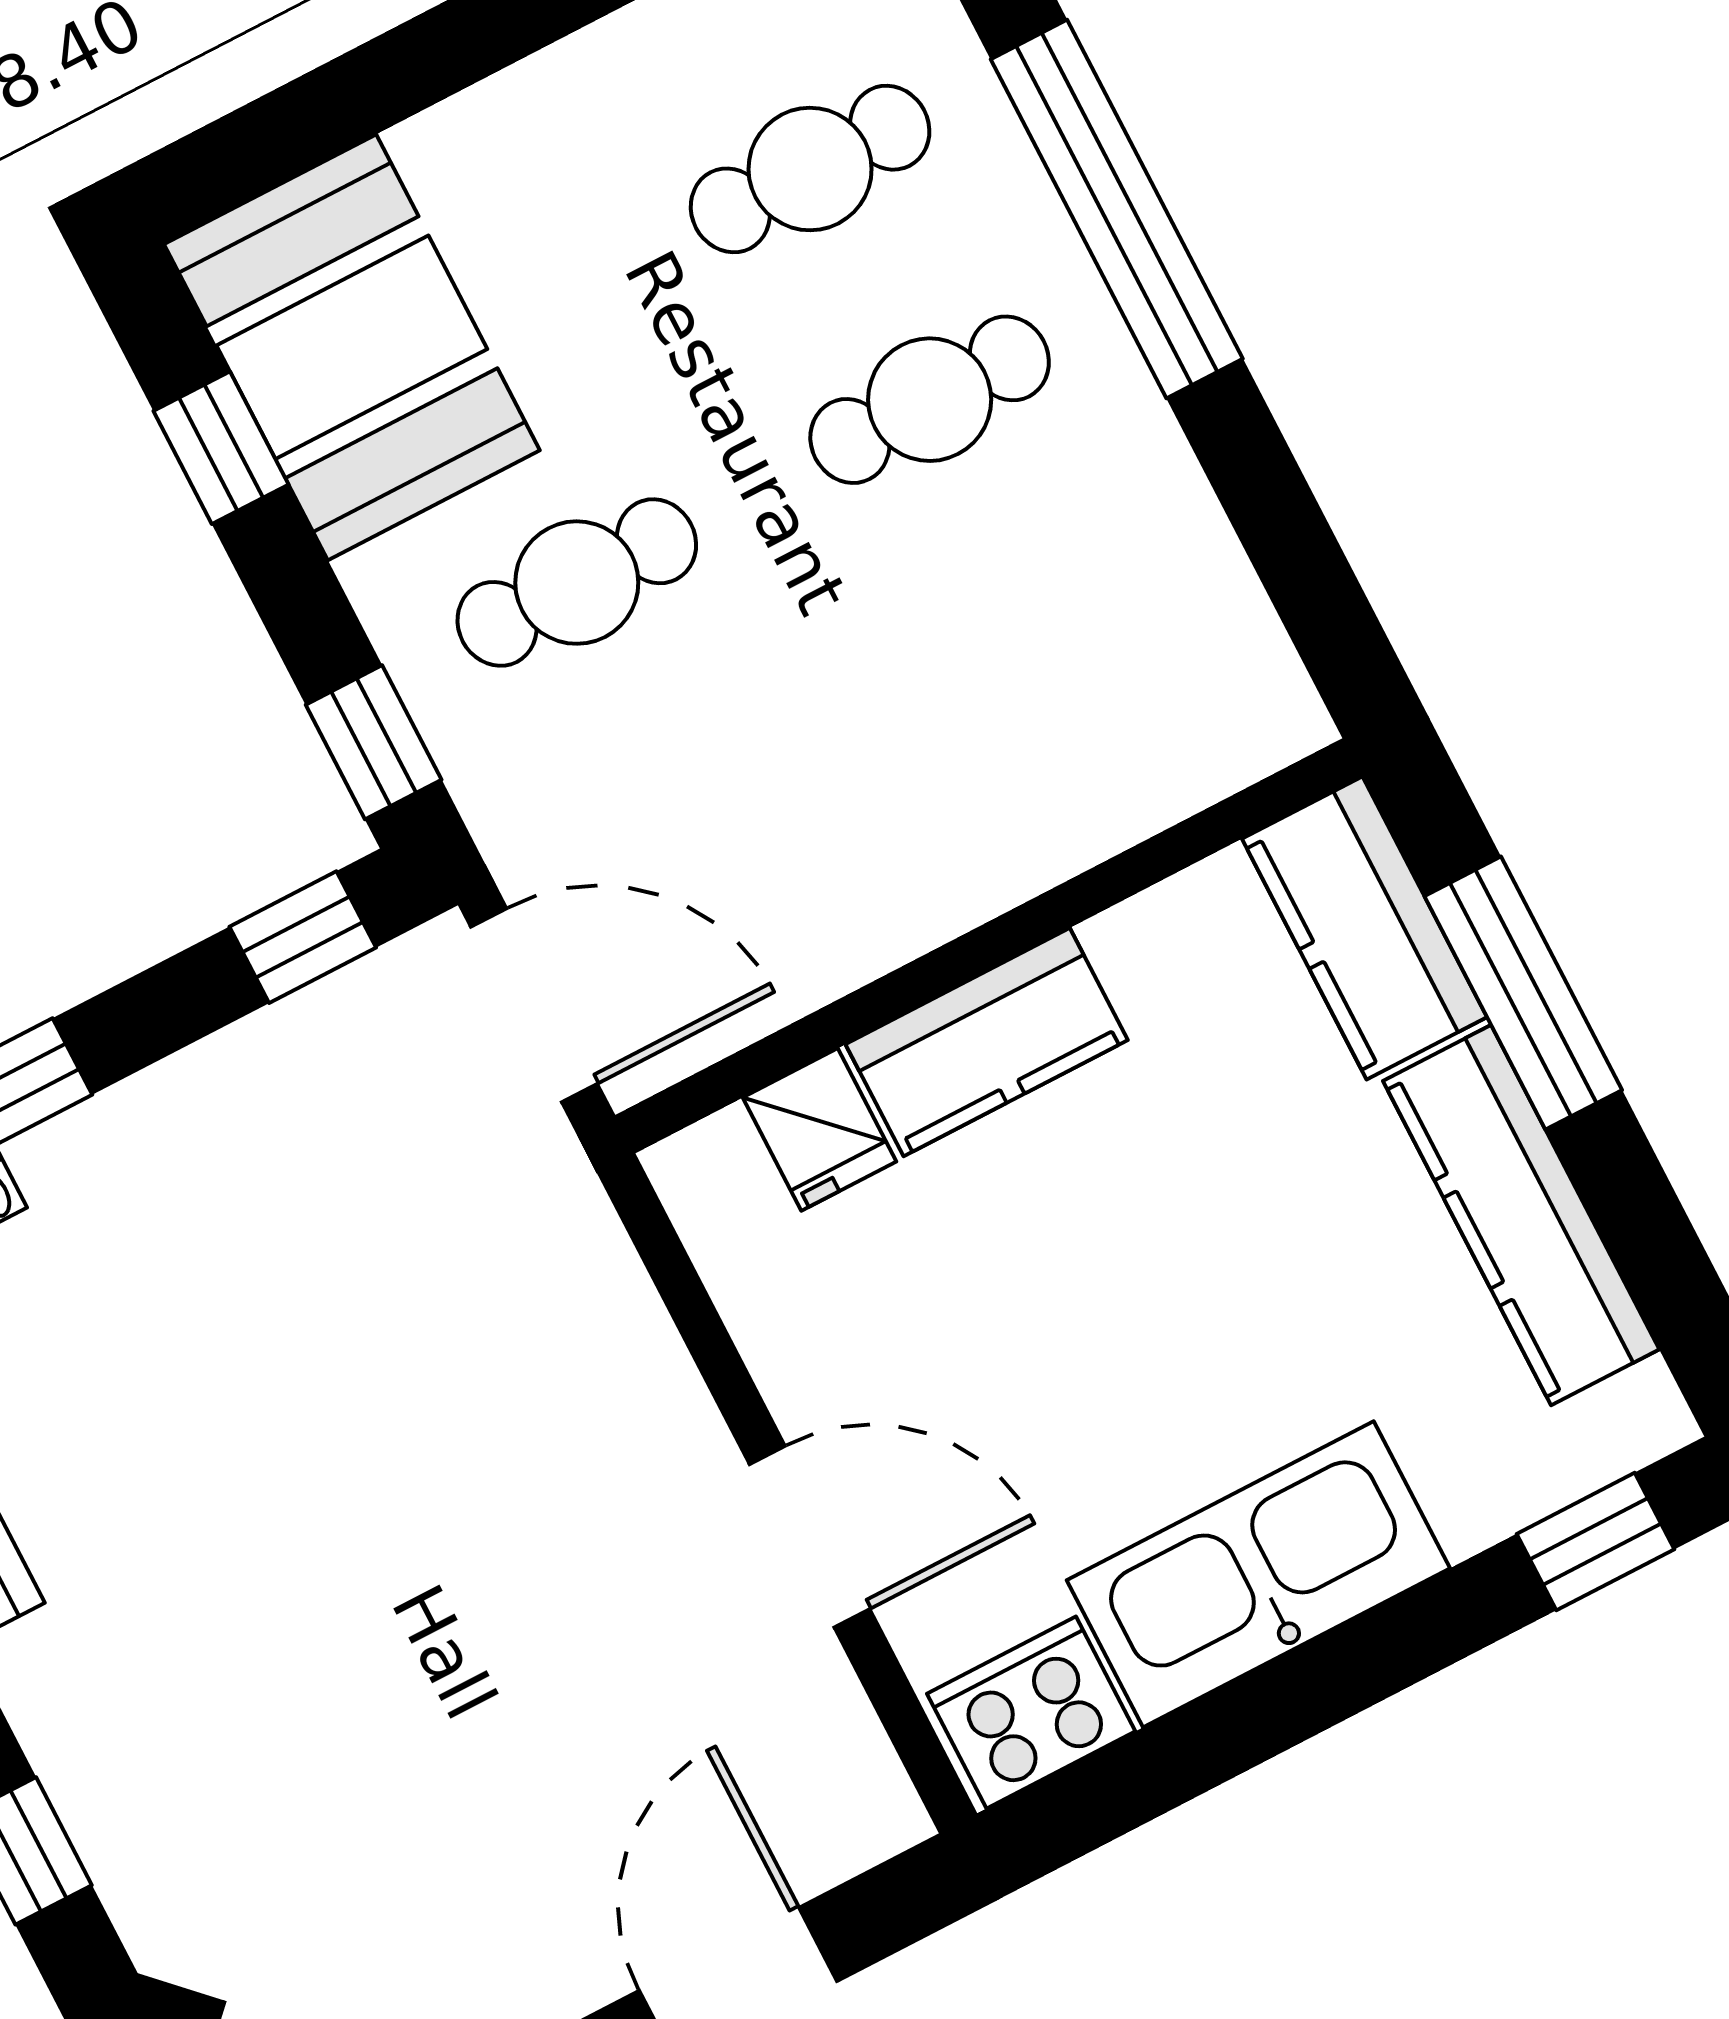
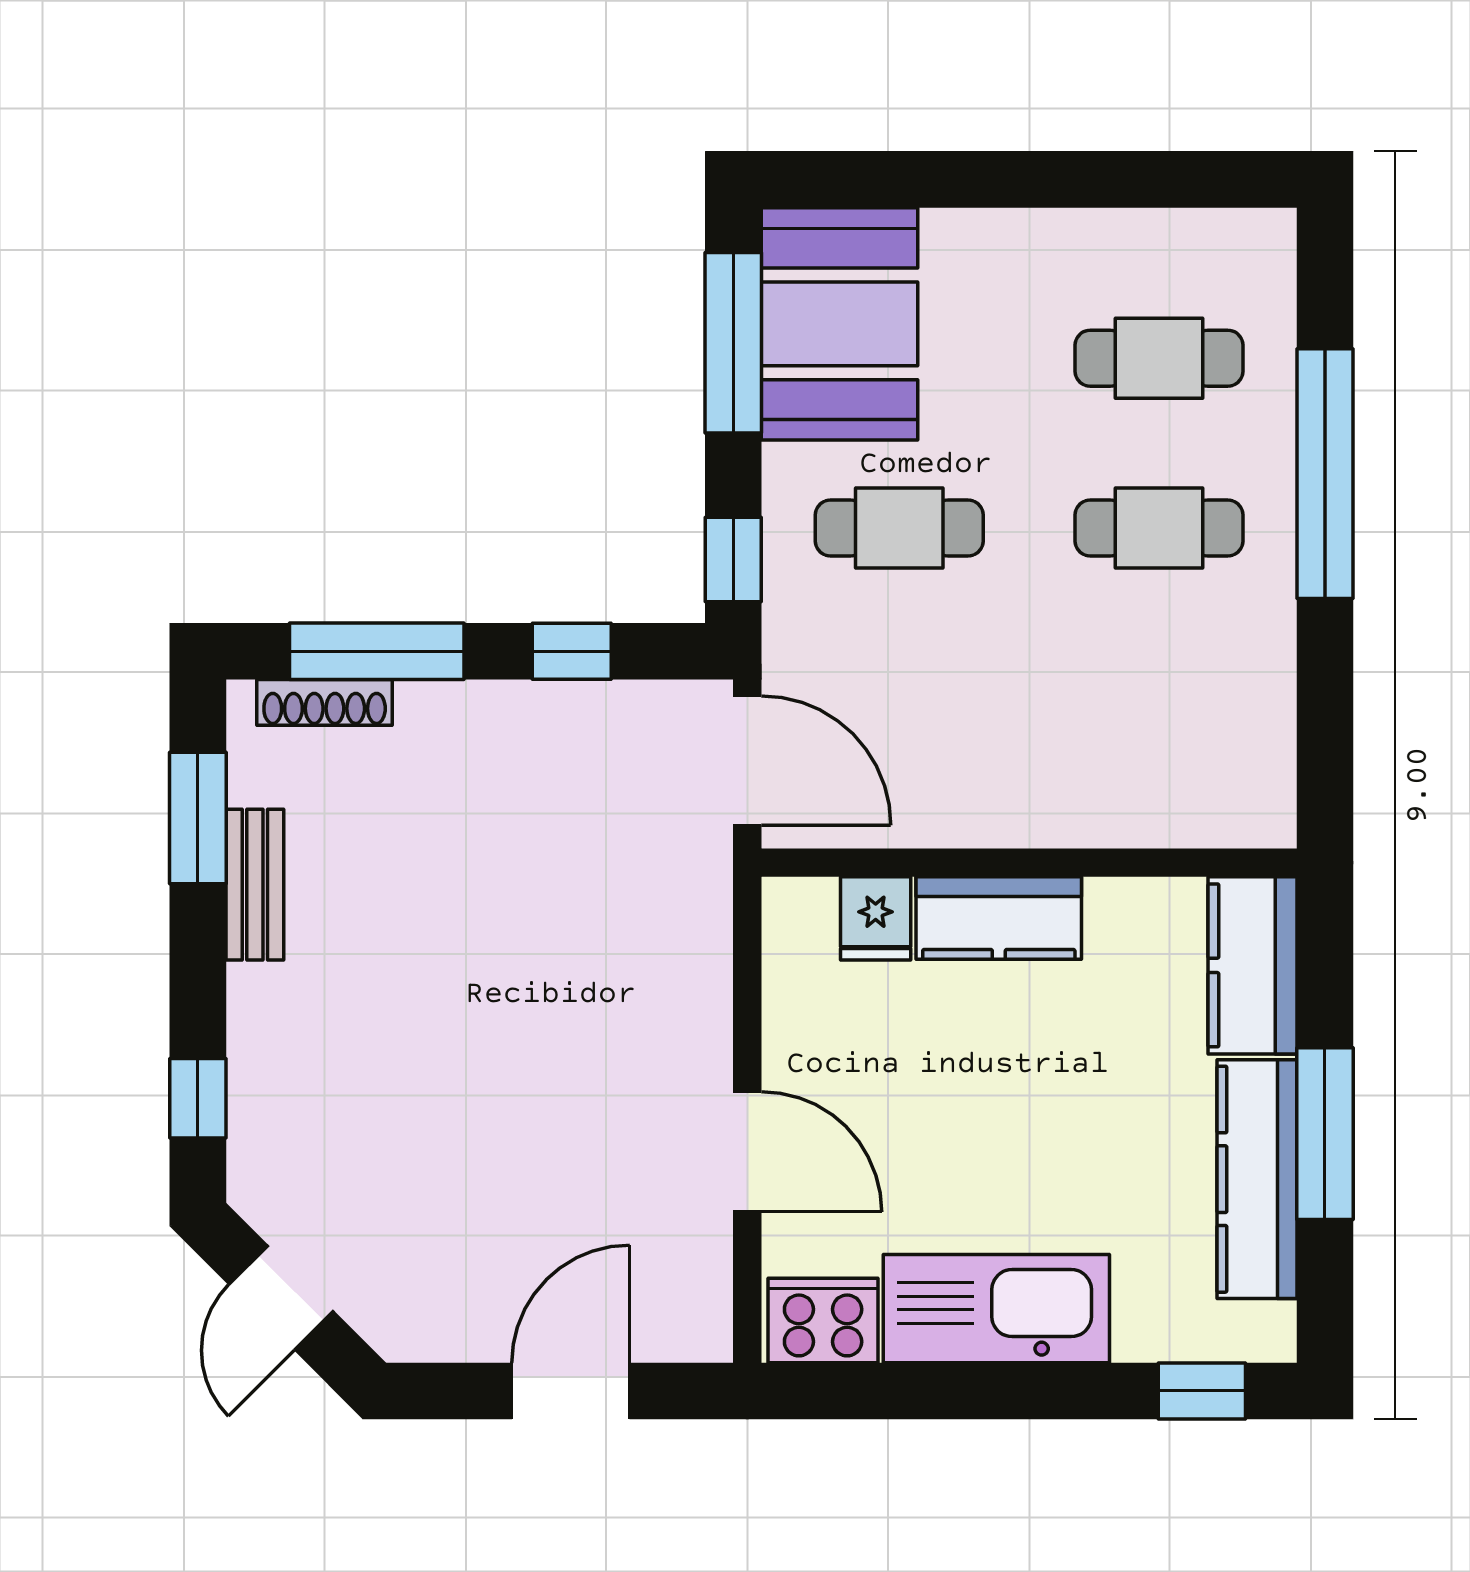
window: (221, 448) -> (733, 343), width x2.17
window: (303, 937) -> (572, 651), moved
window: (1523, 993) -> (1325, 1134), moved

